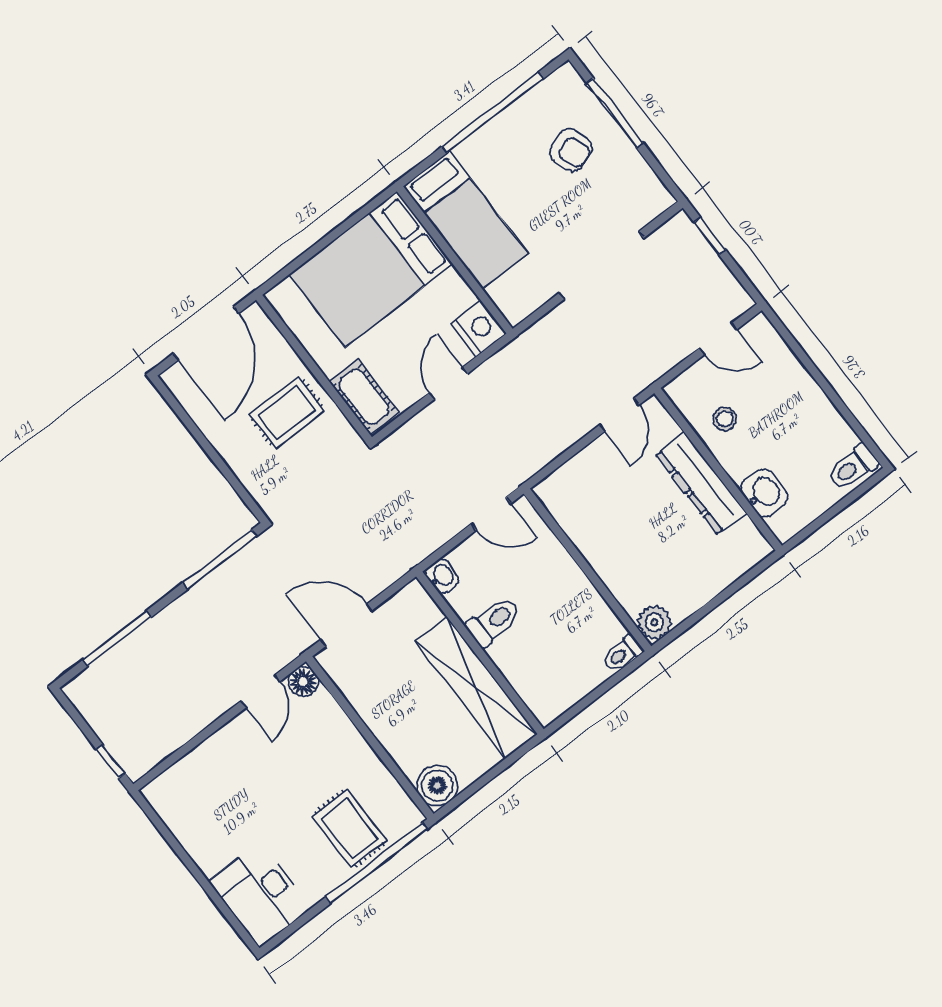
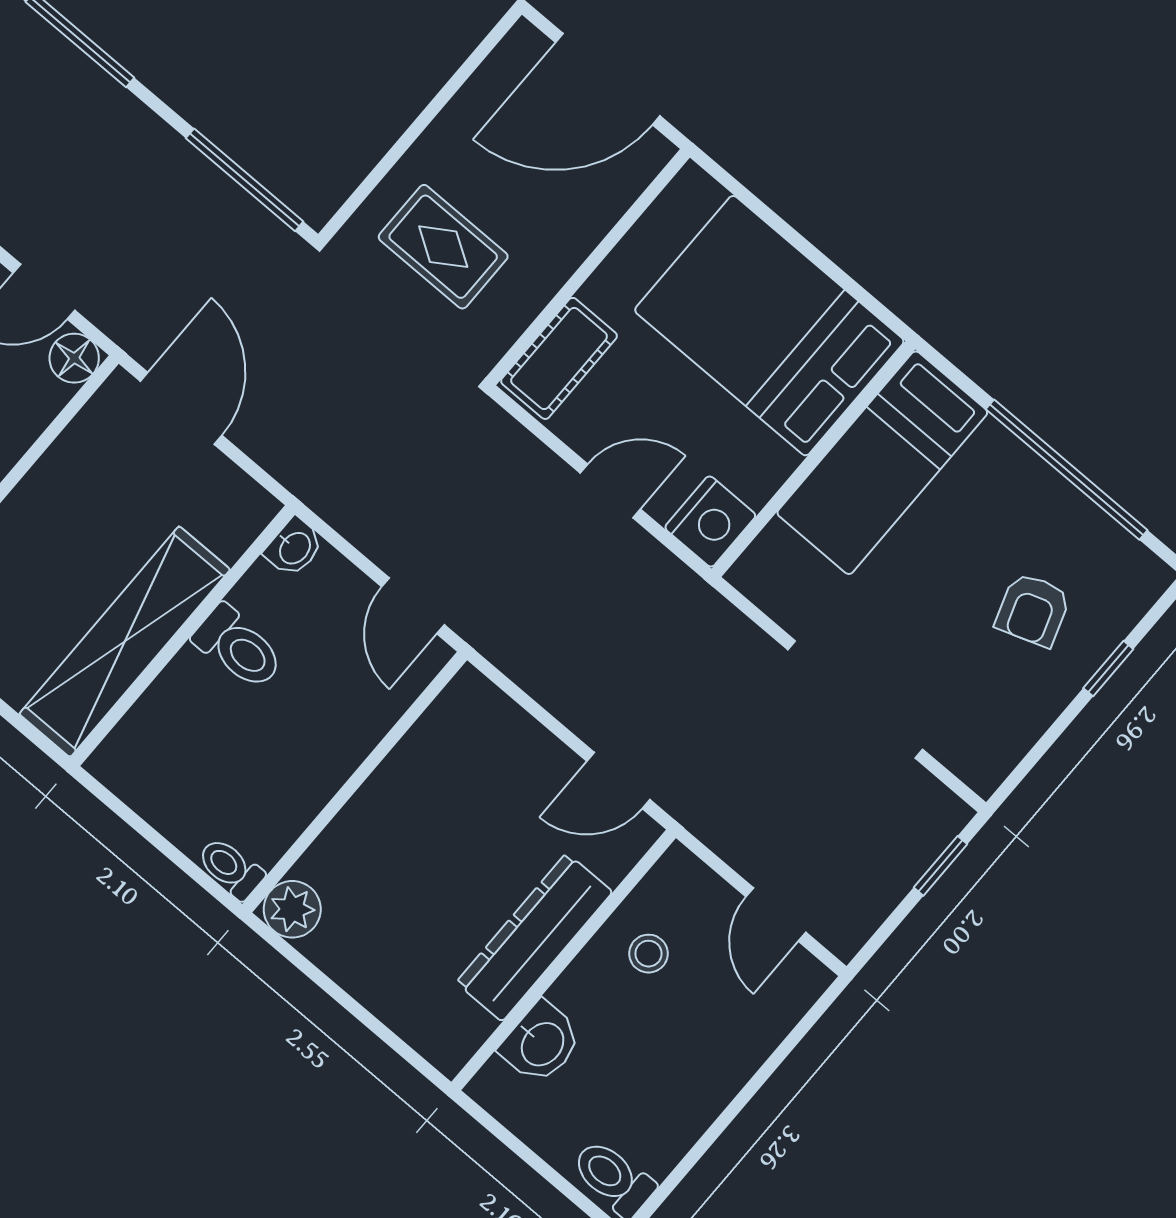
window: (615, 113) -> (1108, 669), width x0.46
rug: (287, 413) -> (443, 247), moved

